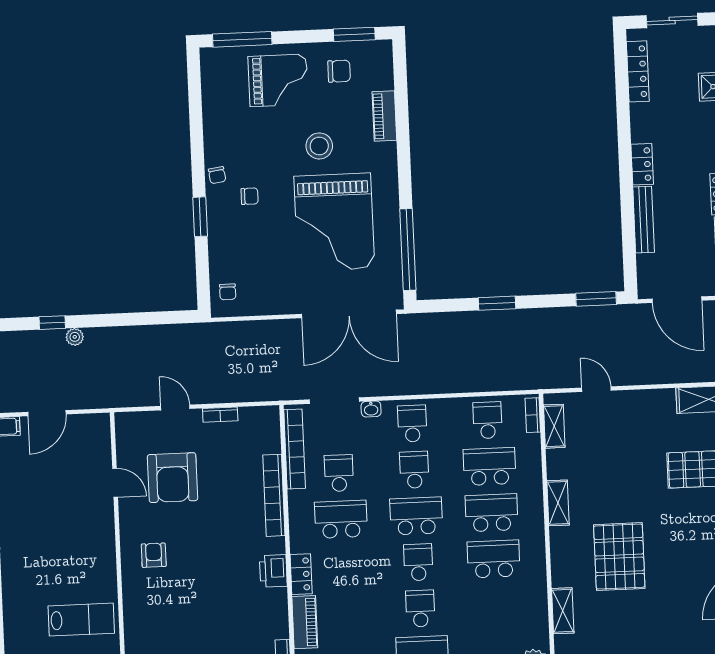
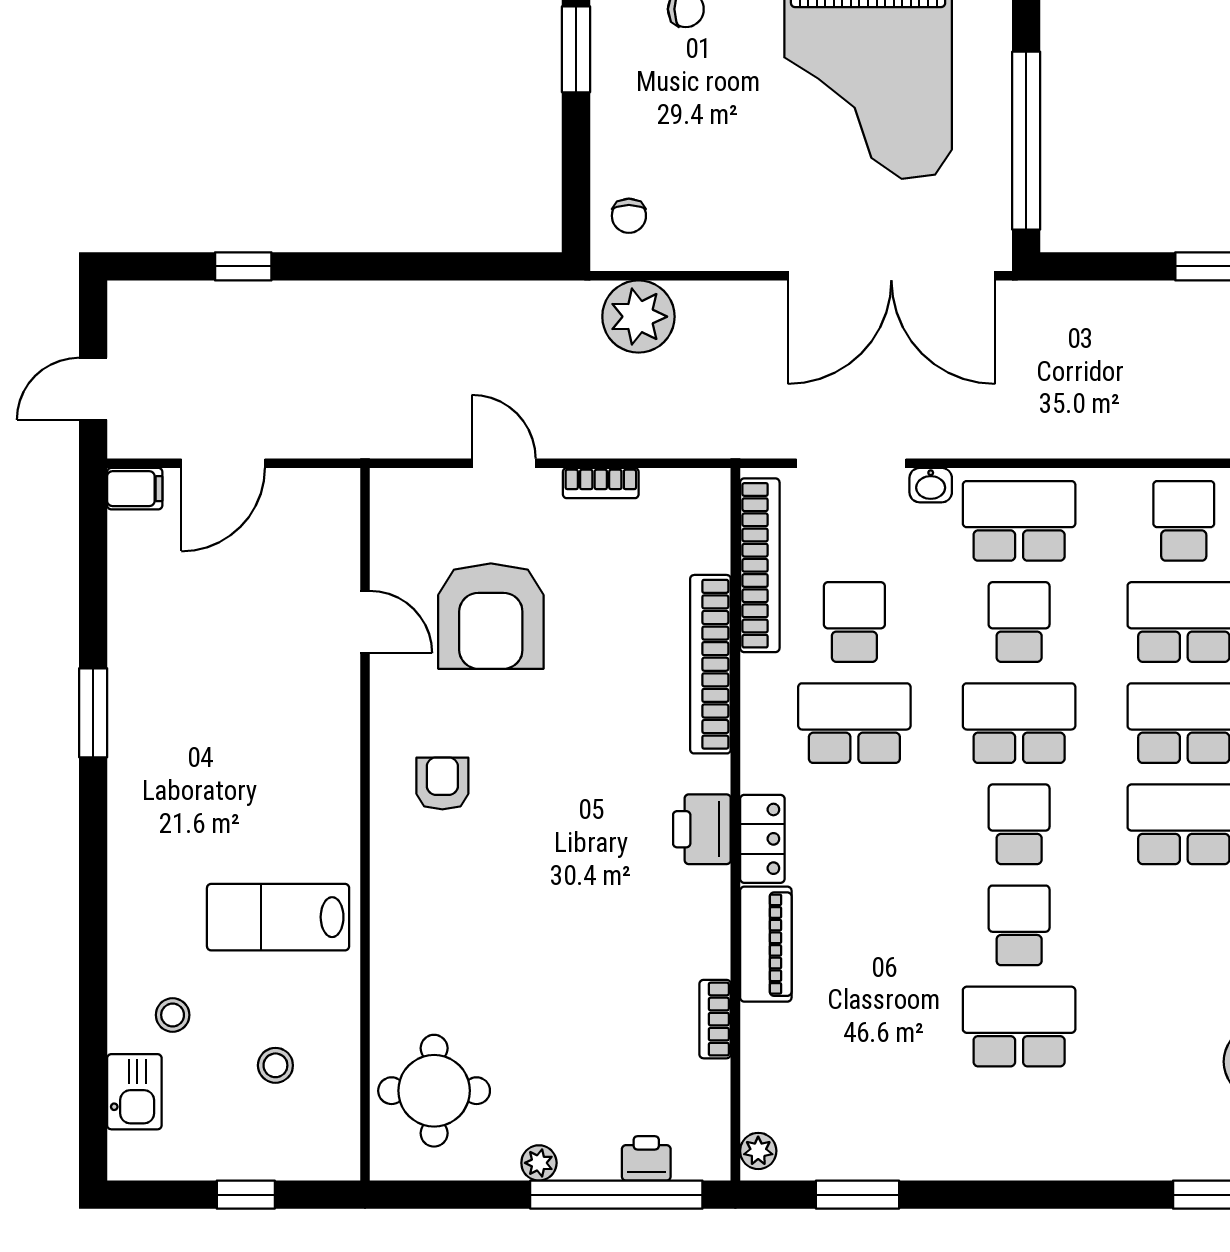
plant: (75, 337) -> (638, 317), moved, width x1.87, depth x1.87
school desk: (412, 424) -> (1019, 521), width x1.85
lab bench: (81, 620) -> (278, 917), turned 180

